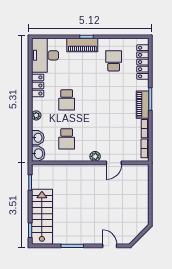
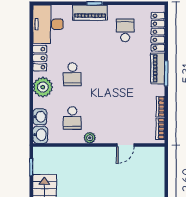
piano: (143, 105) -> (158, 68), moved
plant: (36, 115) -> (43, 87), width x1.88, depth x1.88
plant: (95, 156) -> (90, 138), moved

